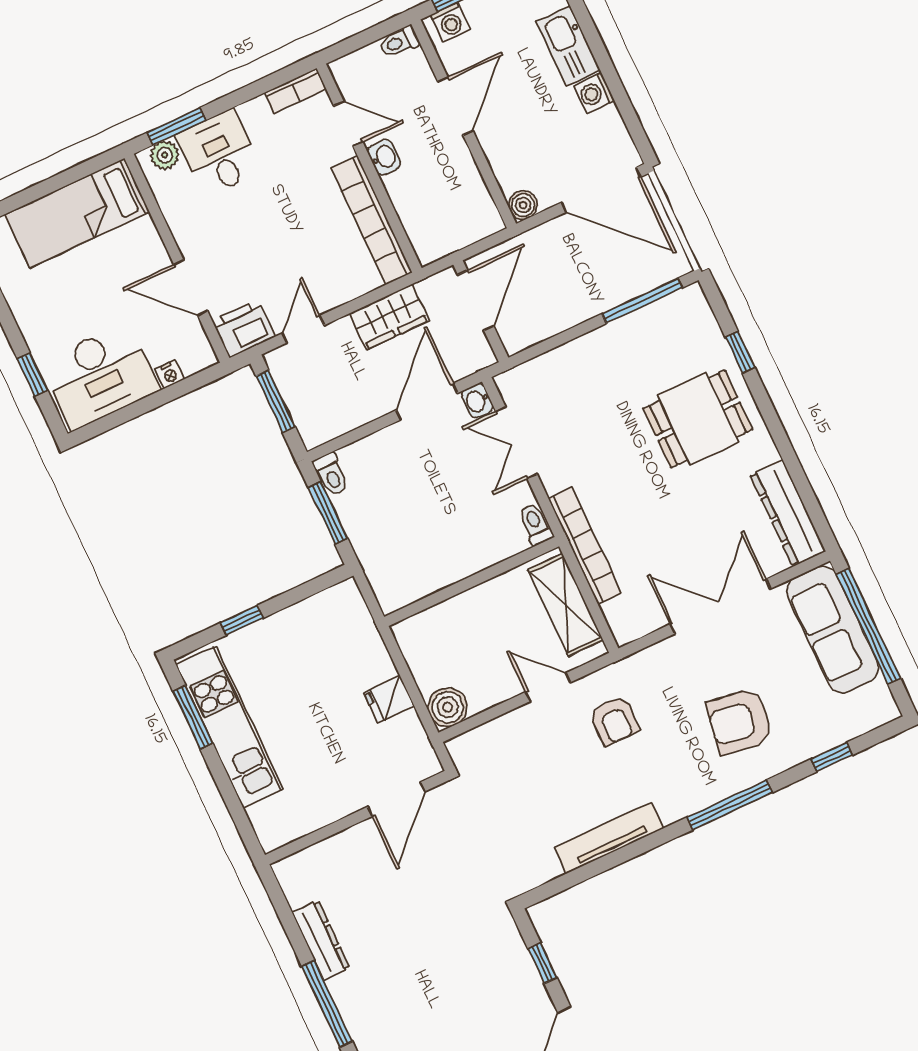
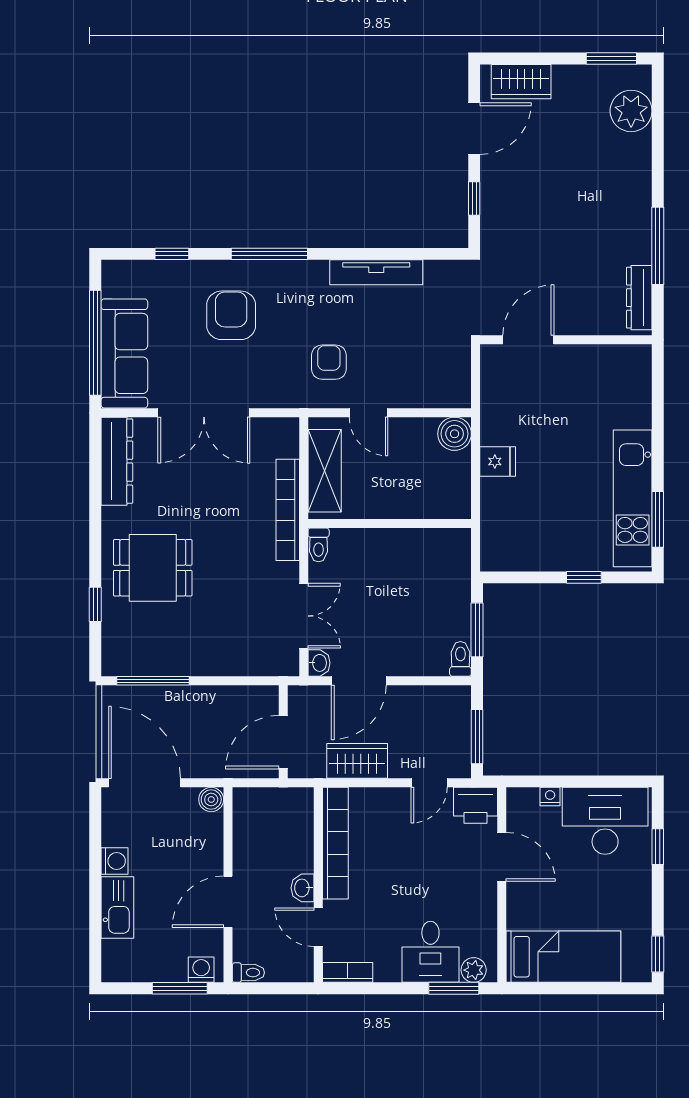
armchair: (740, 722) -> (231, 315), turned -99
door: (396, 799) -> (528, 340), moved
wall: (357, 818) -> (566, 340), moved

